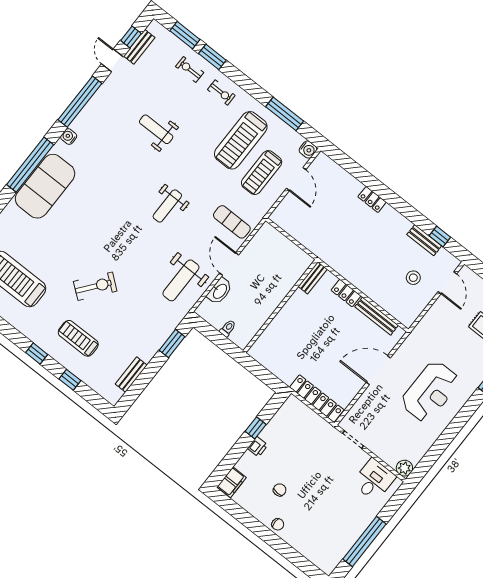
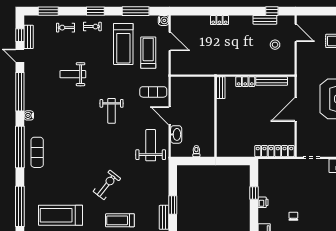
window: (212, 57) -> (95, 11), moved
treadmill: (262, 173) -> (148, 53), turned 180
exercise mat: (45, 186) -> (37, 152), width x0.50, depth x0.69
weight bench: (181, 280) -> (151, 145), turned 180
window: (172, 344) -> (173, 205), moved

